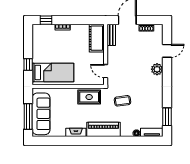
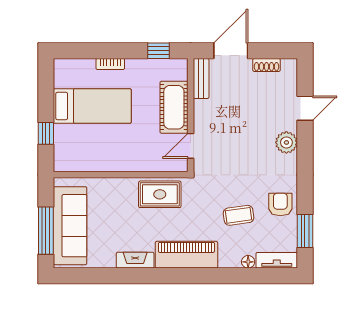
window: (46, 20) -> (158, 51), moved
cot: (97, 38) -> (174, 107), moved
door: (106, 71) -> (191, 146), hinge flipped
bed: (53, 72) -> (92, 106), moved
coffee table: (122, 101) -> (239, 215), moved
armchair: (154, 102) -> (280, 204), added

